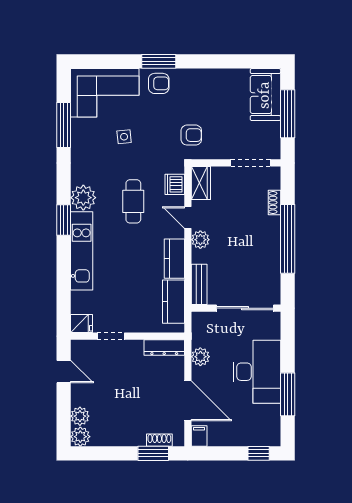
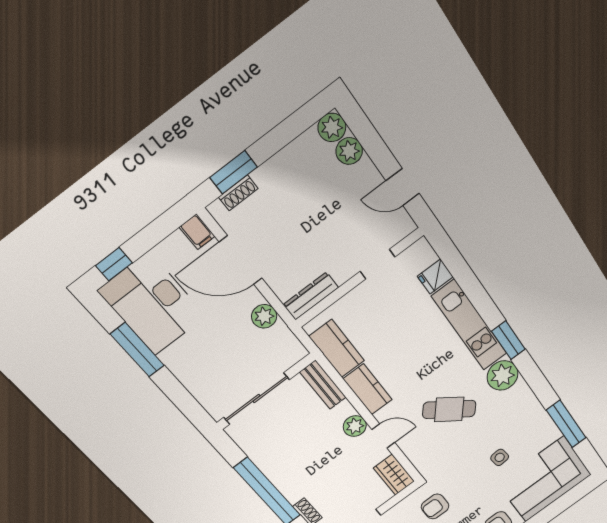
dishwasher: (175, 184) -> (419, 454), removed
cafe table: (133, 201) -> (449, 409), turned -52
fridge: (81, 324) -> (435, 276), moved
desk: (257, 372) -> (152, 304), moved

